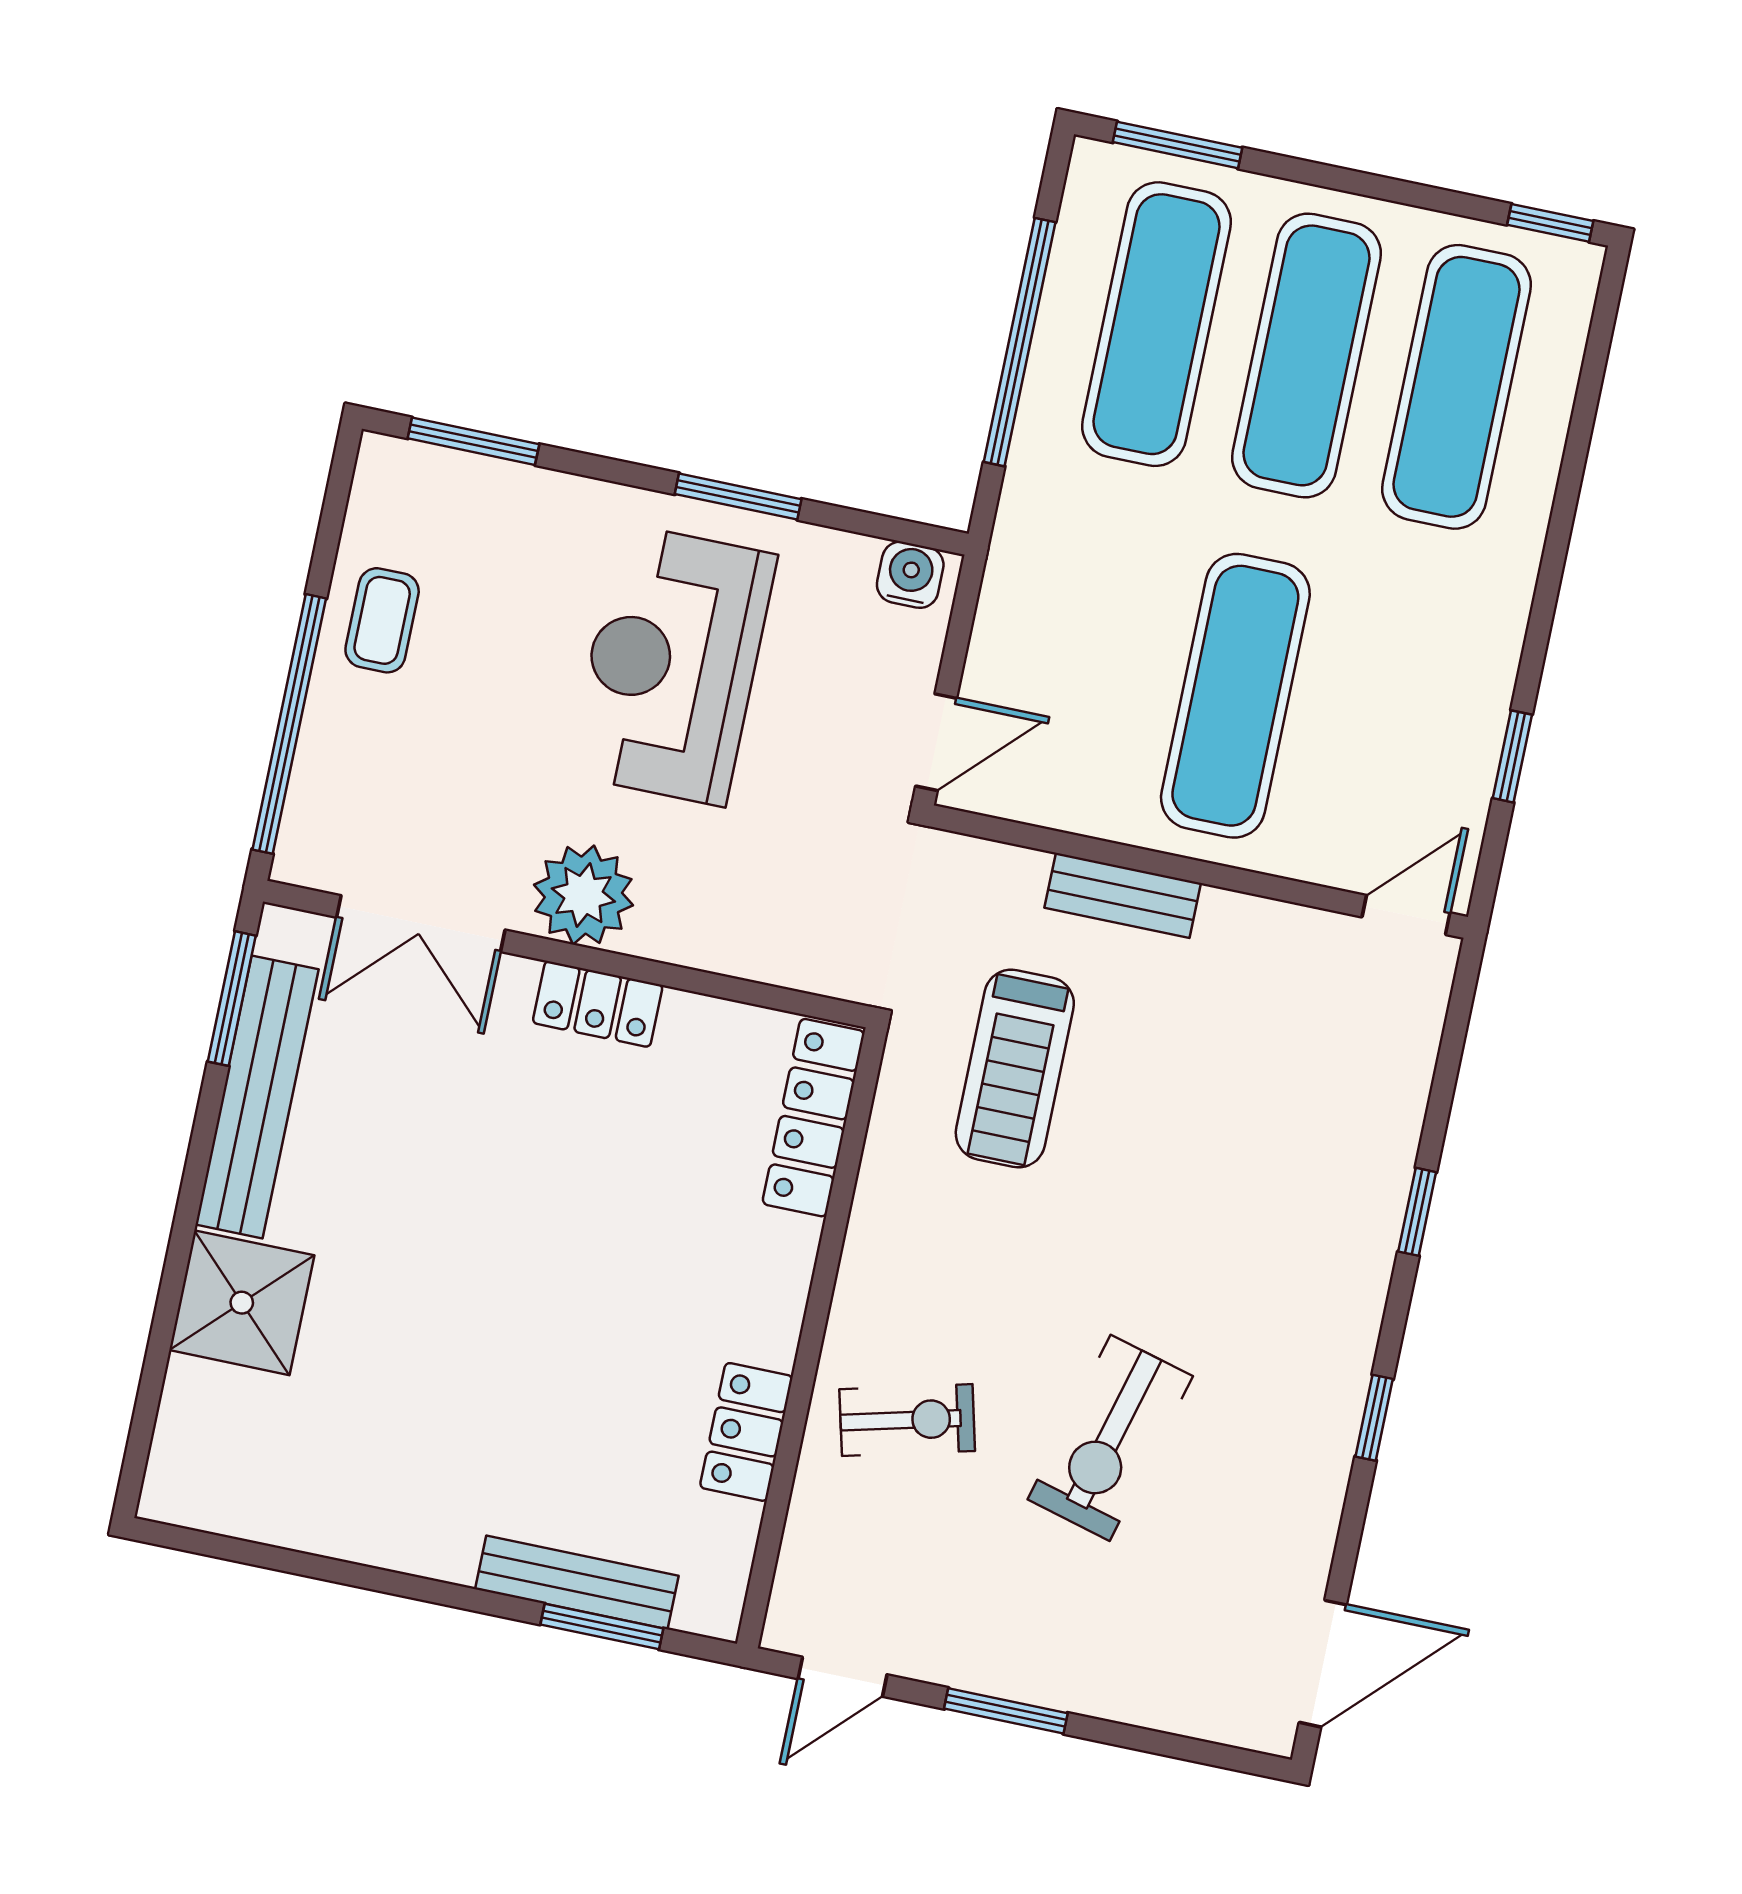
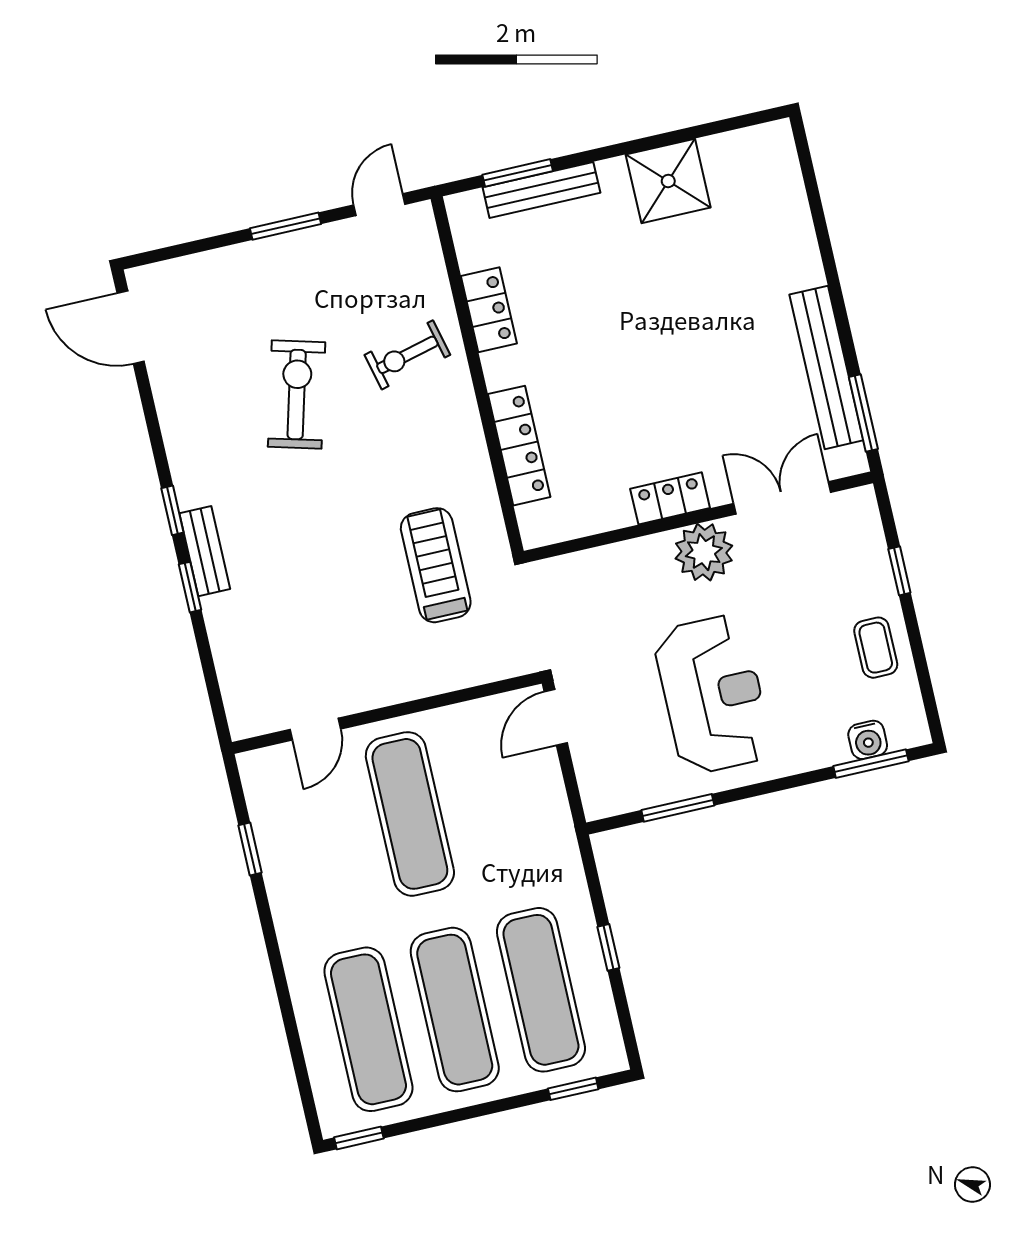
window: (1177, 145) -> (573, 1089), width x0.67
window: (1020, 342) -> (608, 947), width x0.32
window: (738, 497) -> (678, 808), moved
water cooler: (910, 575) -> (868, 740), moved
window: (289, 724) -> (899, 571), width x0.32
bench: (1123, 895) -> (205, 551), moved, turned 90
door: (1406, 915) -> (315, 729), moved
locker: (813, 1118) -> (519, 446), moved
shower: (242, 1303) -> (668, 181), moved
window: (1374, 1418) -> (172, 510), moved
door: (1323, 1664) -> (131, 327), hinge flipped

